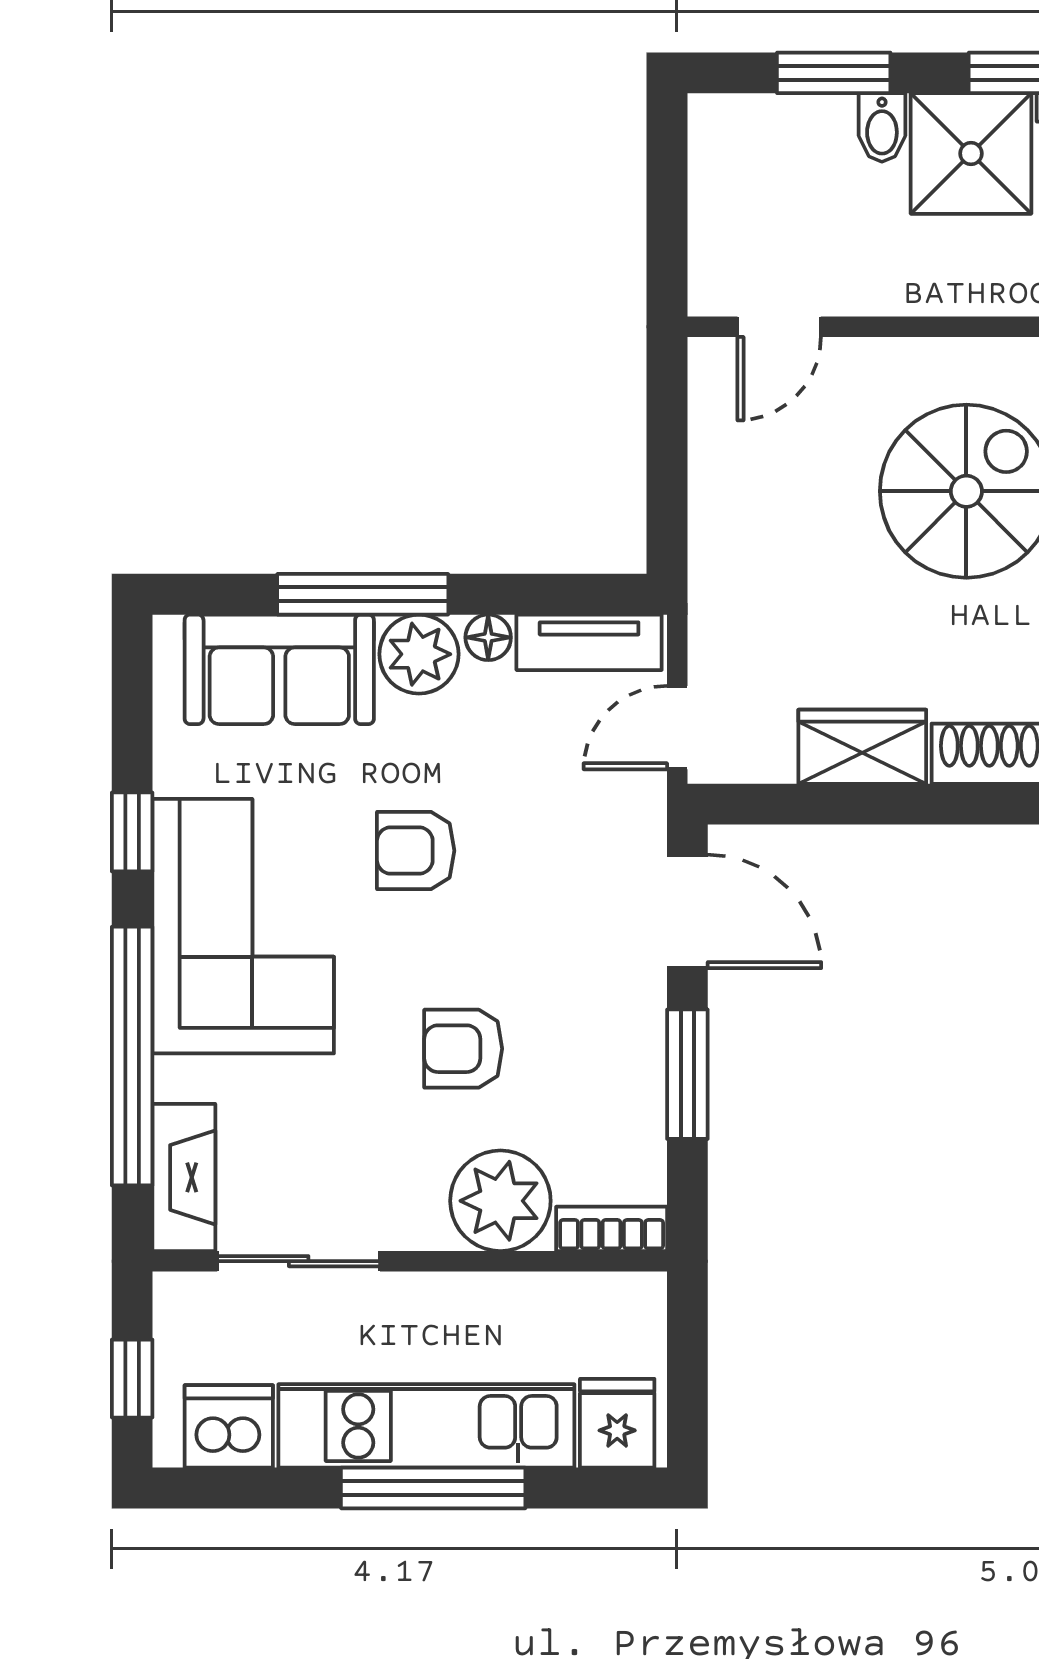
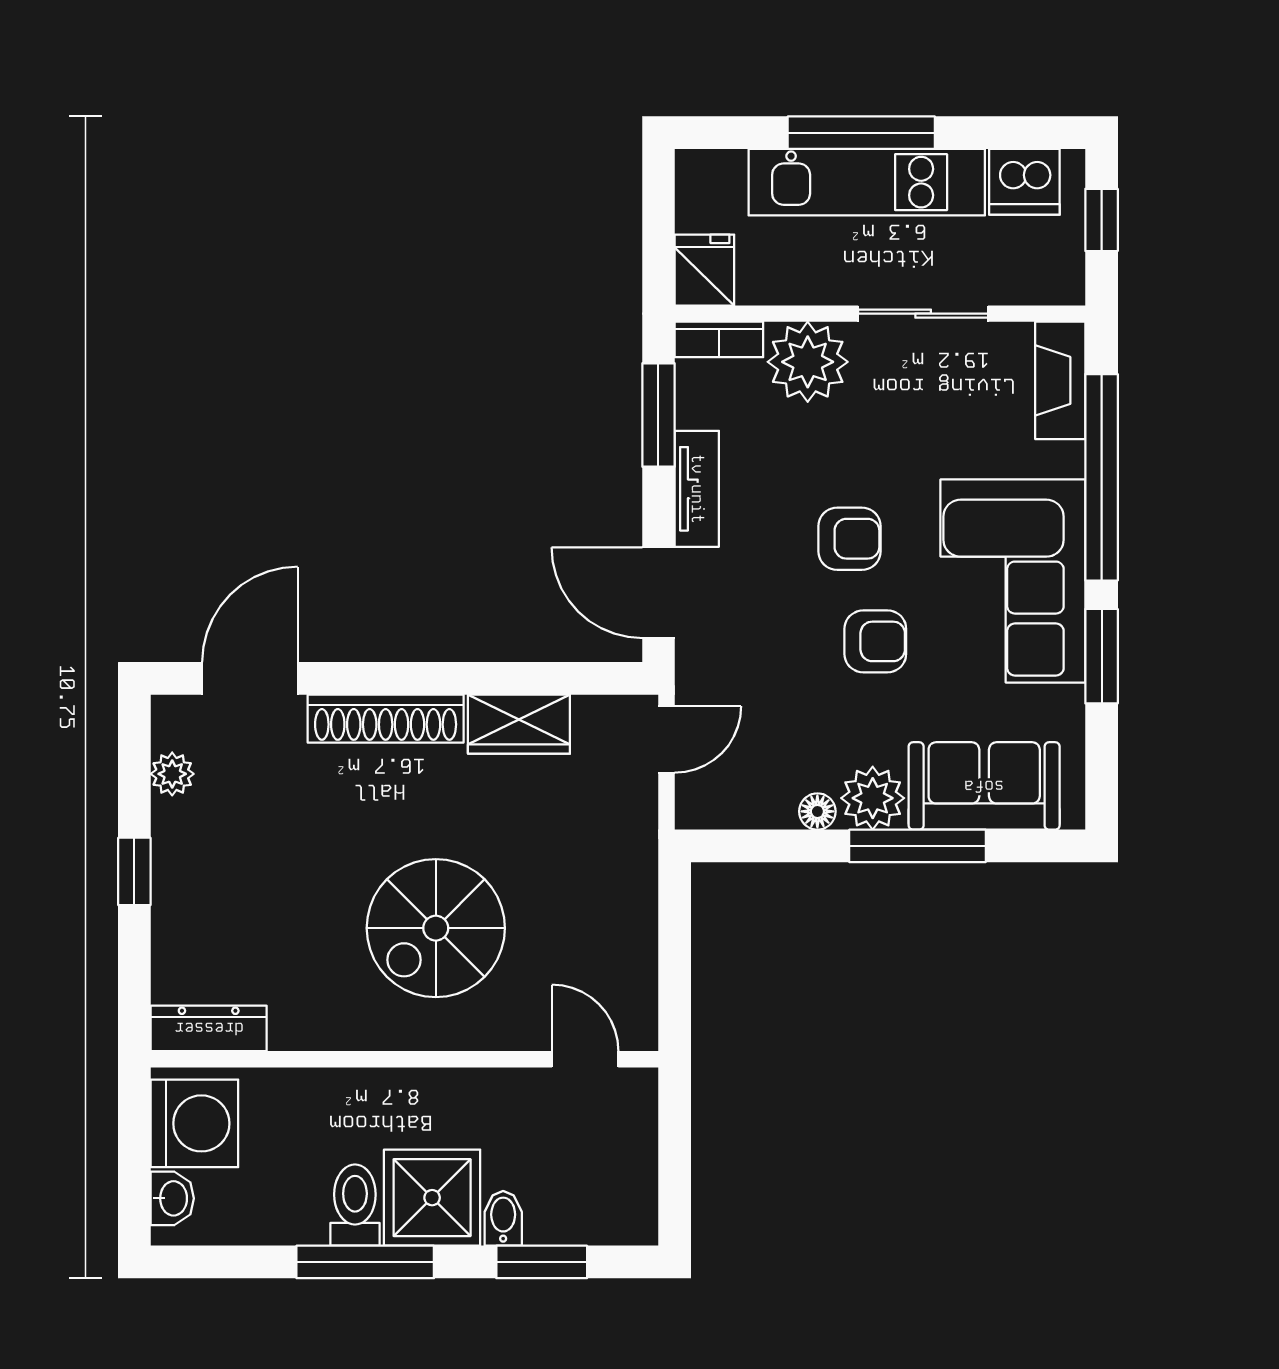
door: (779, 327) -> (585, 1059), hinge flipped
tv unit: (589, 642) -> (697, 489), moved, turned 90
window: (132, 832) -> (1102, 656), width x1.50
armchair: (463, 1049) -> (849, 539), moved
window: (687, 1074) -> (658, 415), moved
sliding door: (299, 1261) -> (923, 314), moved
fridge: (617, 1423) -> (704, 270), moved, turned 180

